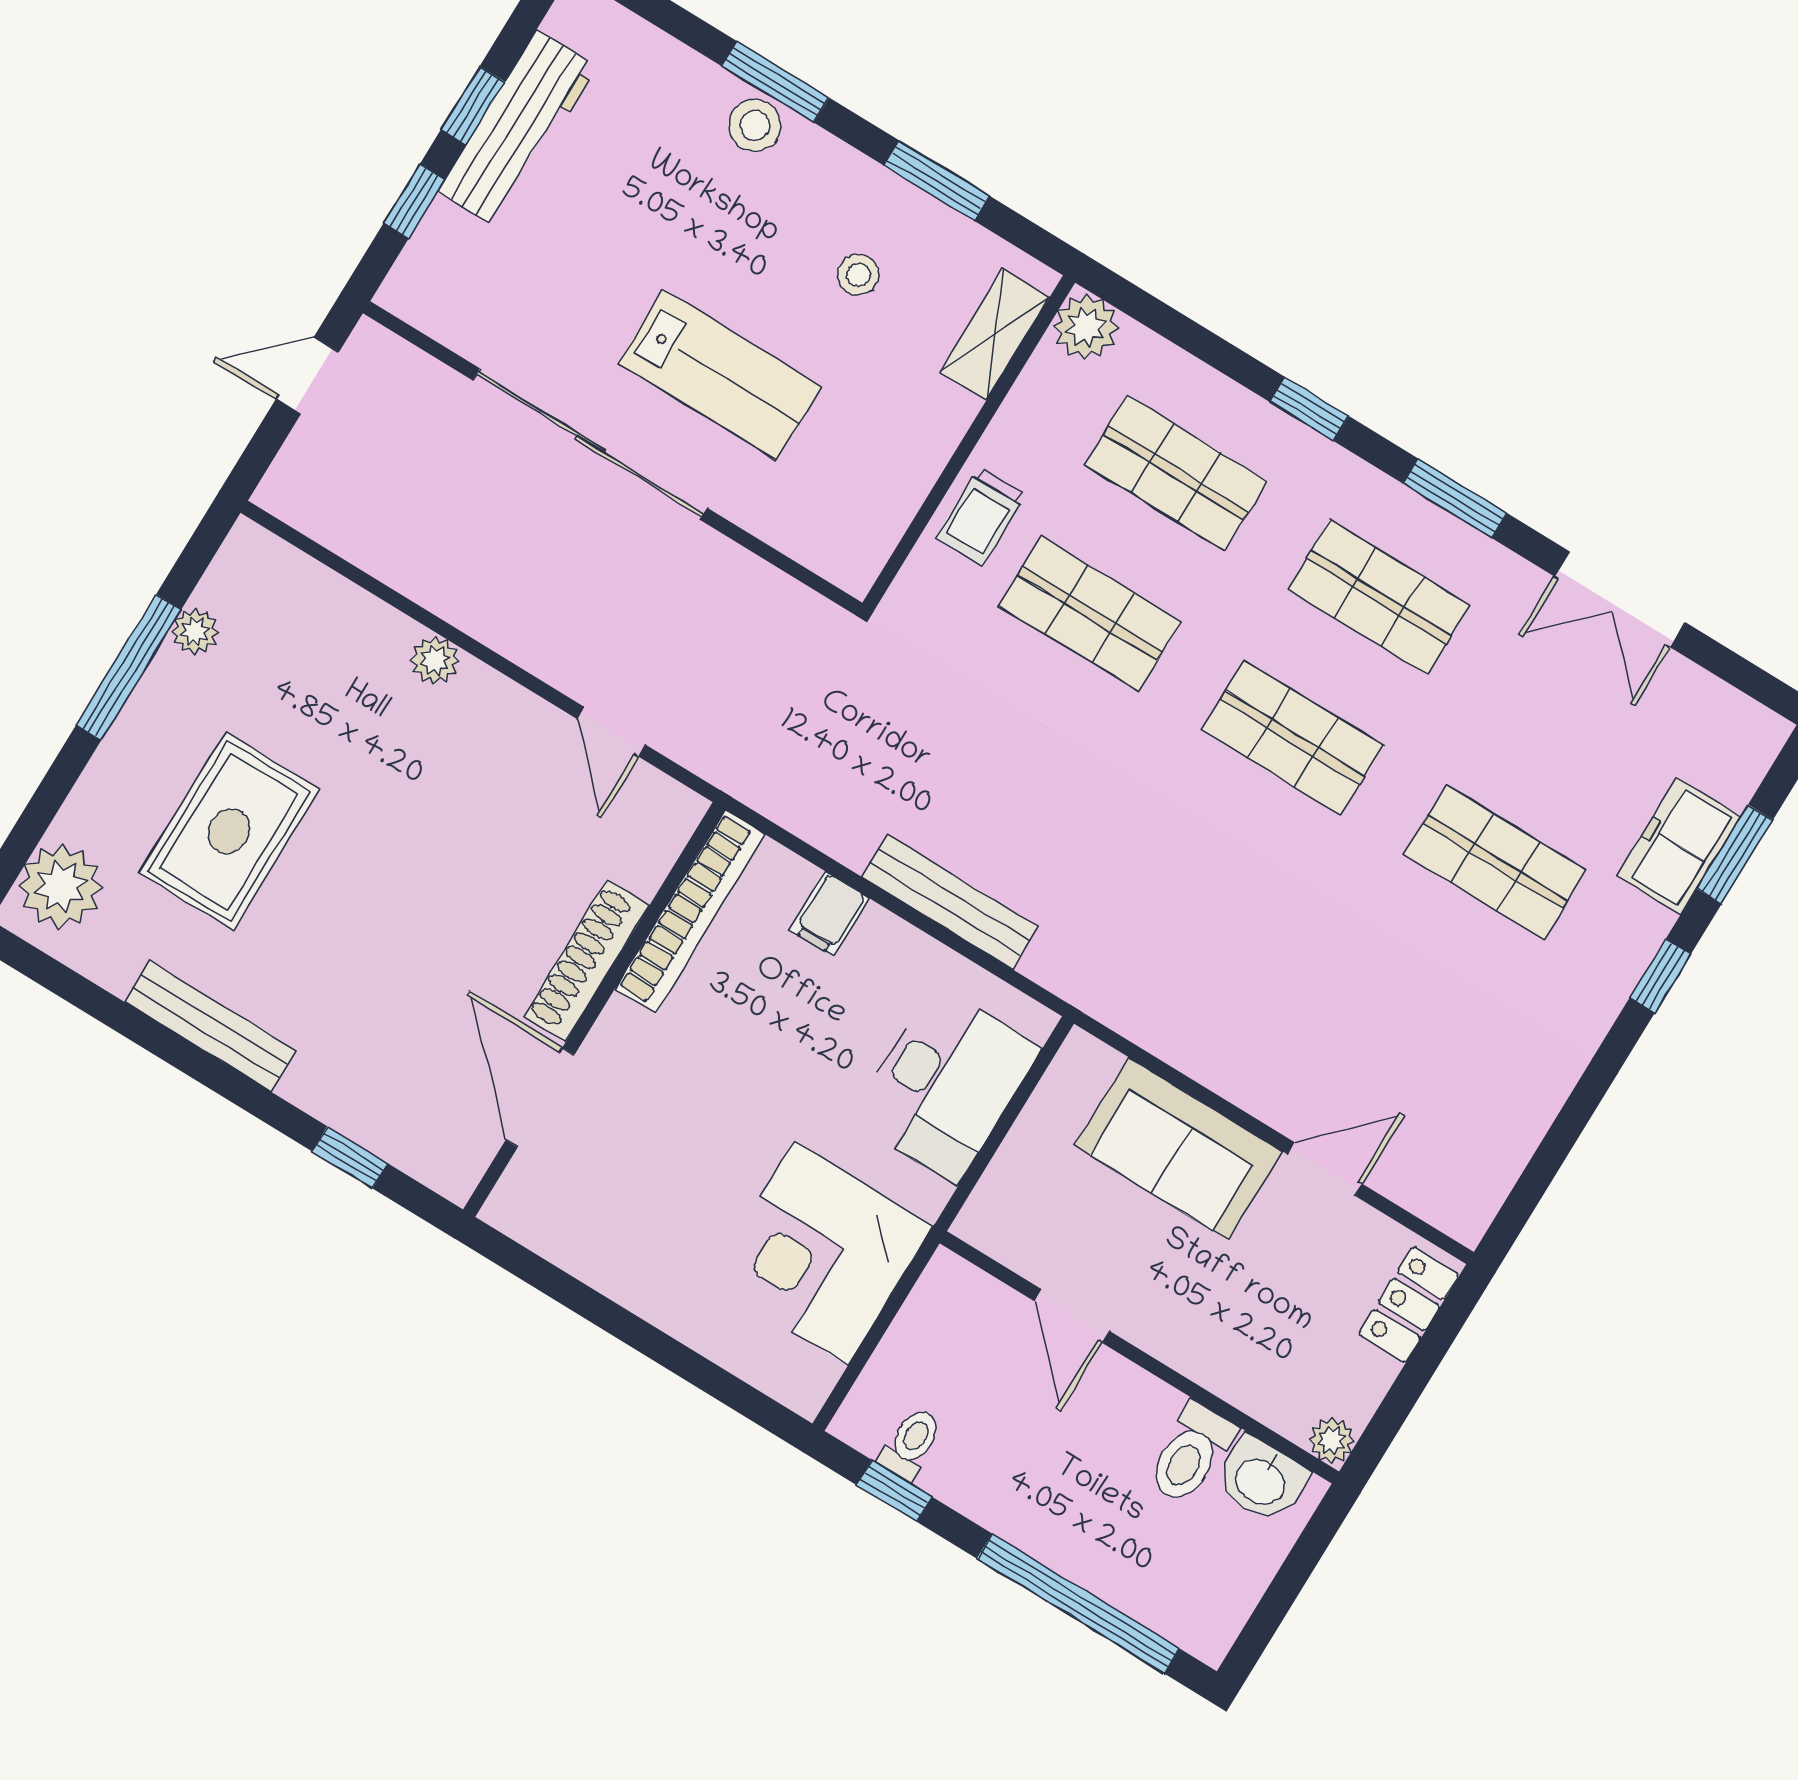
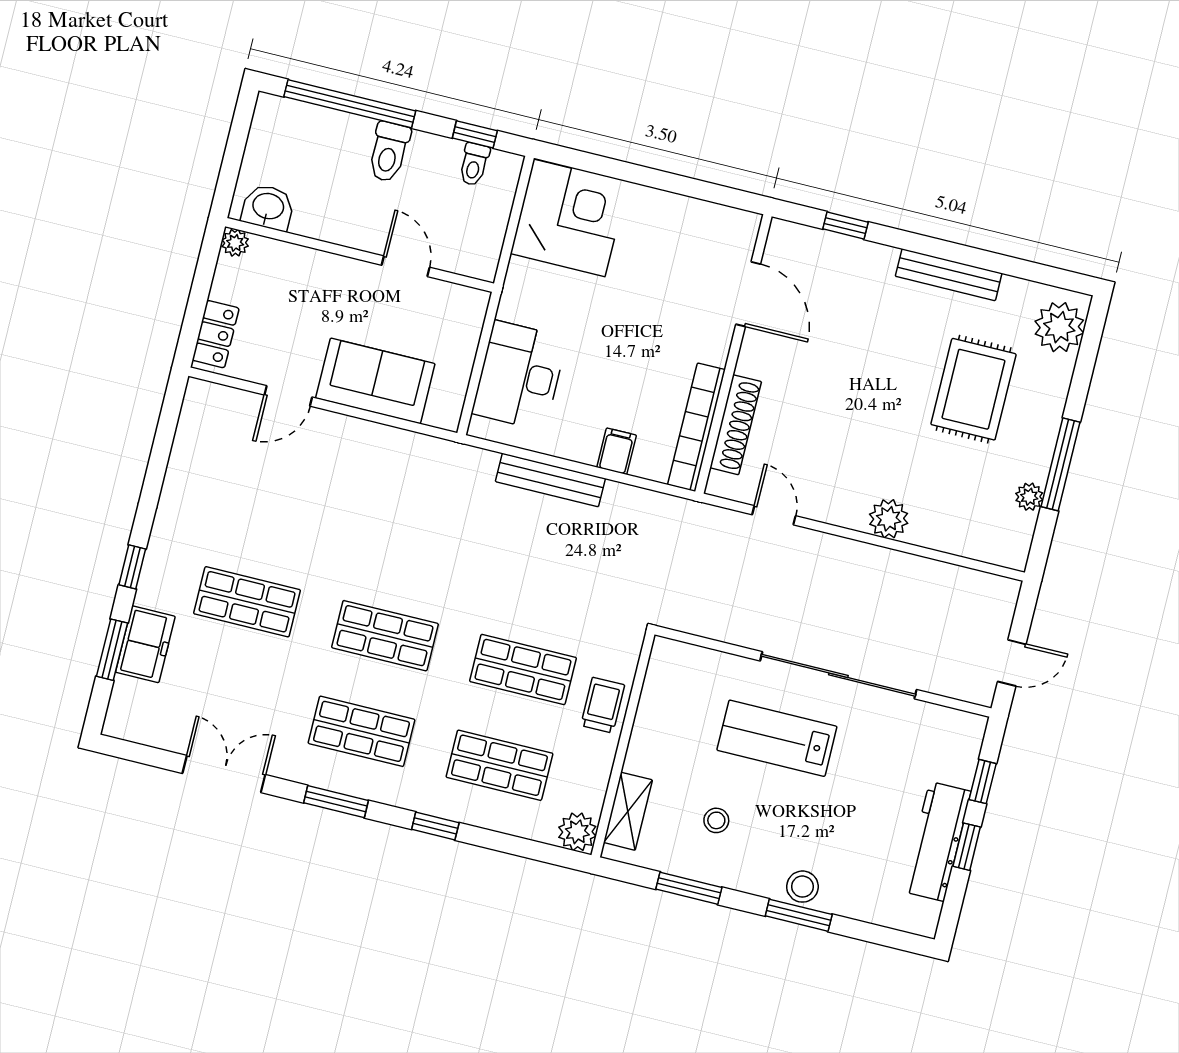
plant: (435, 660) -> (889, 519), width x1.38, depth x1.38
shoe rack: (586, 961) -> (736, 425), moved
corner desk: (821, 1253) -> (569, 218), moved
toilet: (1191, 1454) -> (389, 152), moved, turned 180

